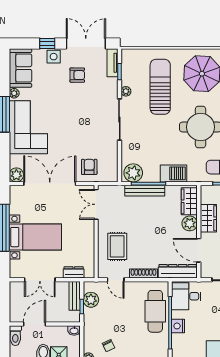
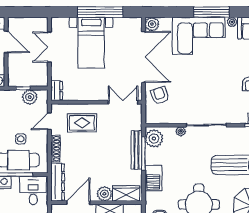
plant: (126, 91) -> (181, 131), moved
armchair: (89, 167) -> (160, 95), turned -109
dresser: (74, 272) -> (56, 91), moved
bench: (75, 296) -> (34, 81), removed
side table: (134, 309) -> (21, 139), added

